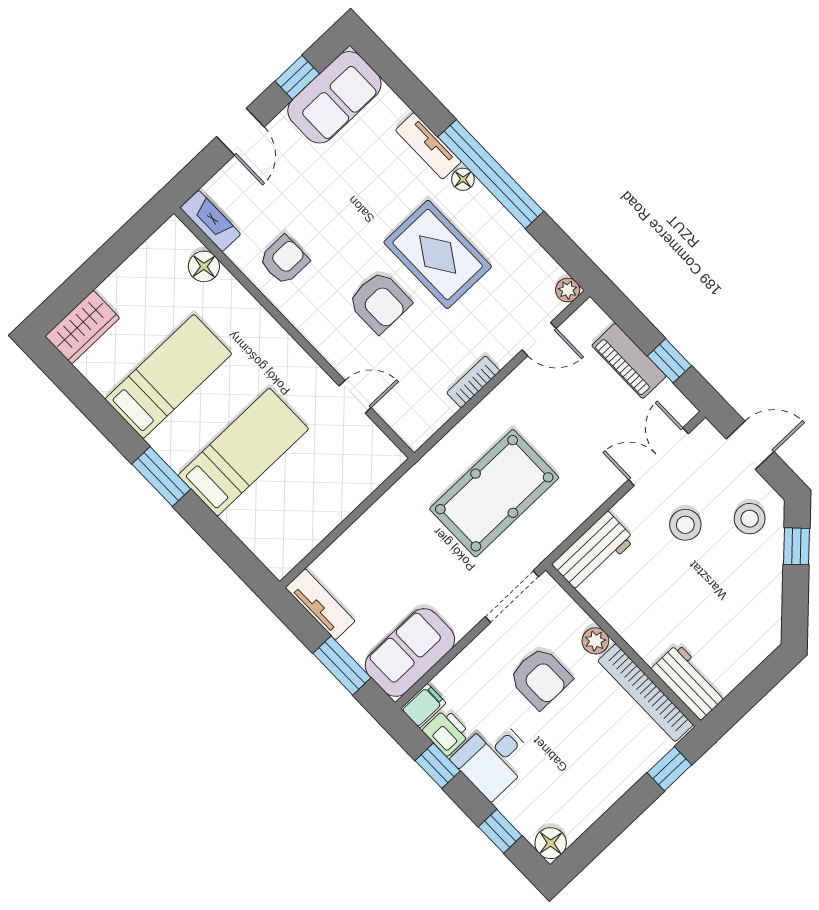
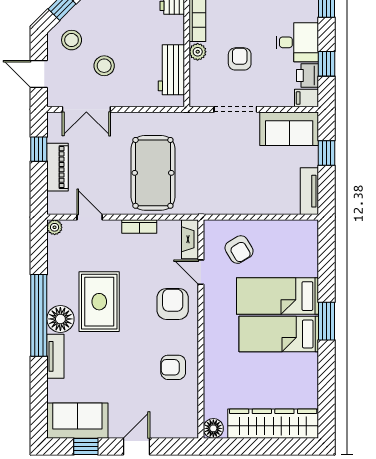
floor lamp: (463, 179) -> (60, 319), width x1.89, depth x1.89
fireplace: (210, 221) -> (190, 239), moved
floor lamp: (204, 266) -> (213, 428), moved
armchair: (380, 302) -> (173, 304), moved
wardrobe: (82, 327) -> (273, 424), width x2.10, depth x1.17
bed: (168, 376) -> (279, 334), moved
armchair: (337, 463) -> (239, 250), added
pool table: (494, 493) -> (153, 173), moved, turned 90
workbench: (593, 552) -> (171, 70), moved, turned -90
doorway: (512, 597) -> (235, 109), moved
window: (342, 666) -> (327, 153), width x0.67
armchair: (540, 678) -> (240, 59), width x0.72, depth x0.72

